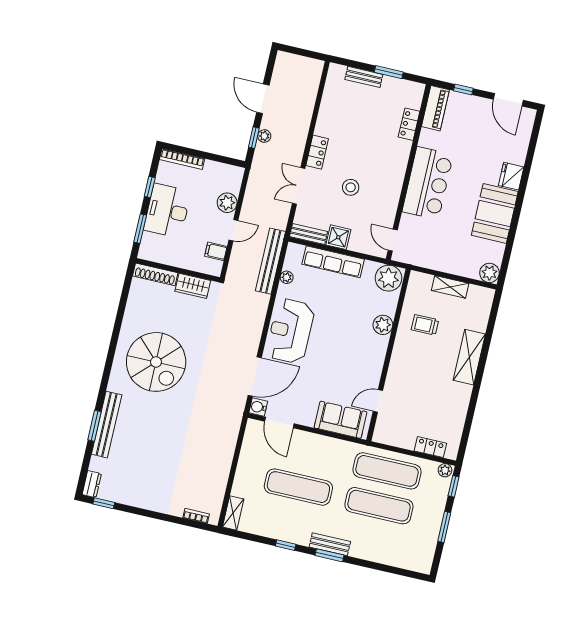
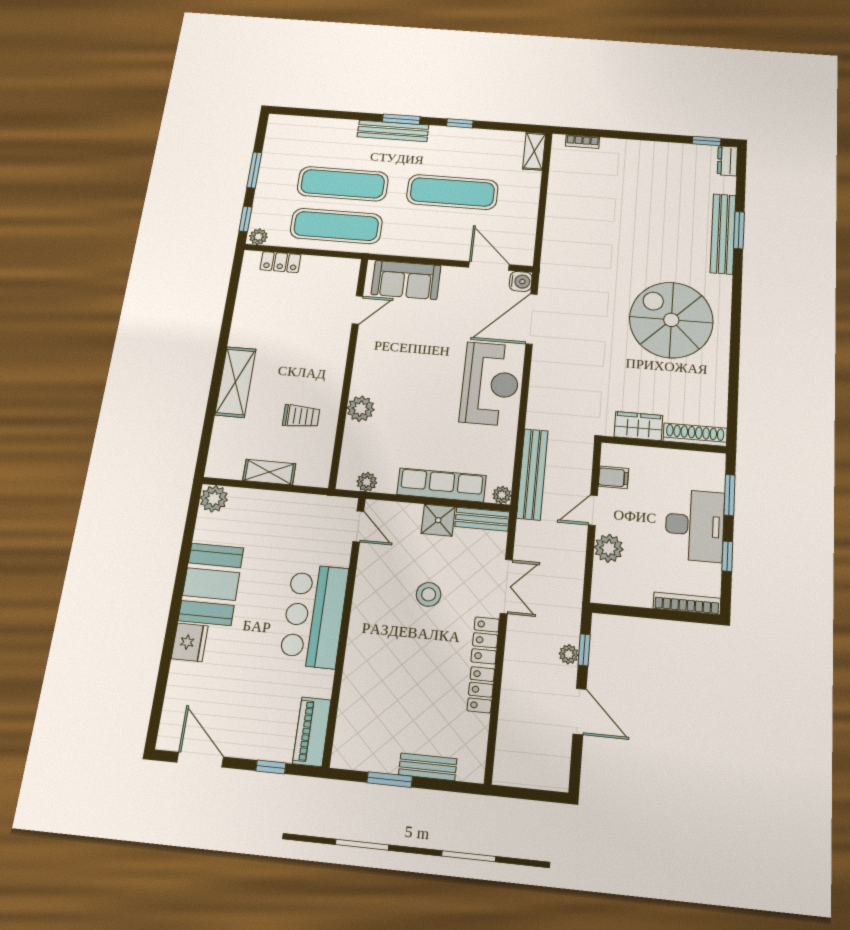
locker: (409, 124) -> (481, 690), moved, turned 180
plant: (287, 277) -> (502, 495), moved
plant: (389, 278) -> (367, 482), width x0.53, depth x0.53
bench: (330, 544) -> (393, 131), width x1.36

